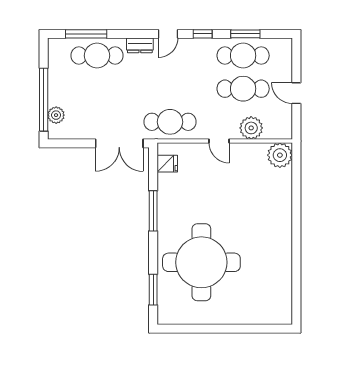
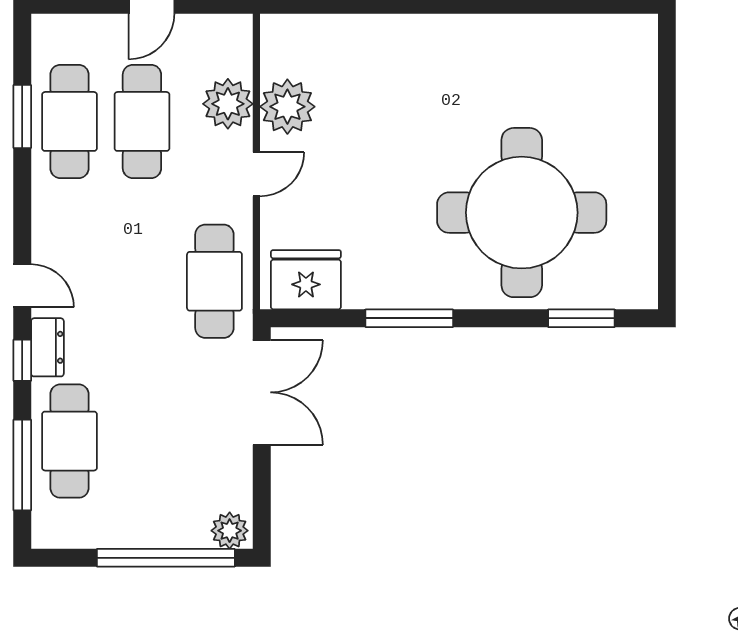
window: (203, 34) -> (22, 360), moved
plant: (56, 115) -> (230, 531), moved
plant: (280, 155) -> (287, 107), moved
fridge: (167, 164) -> (306, 280), width x1.88, depth x1.34

